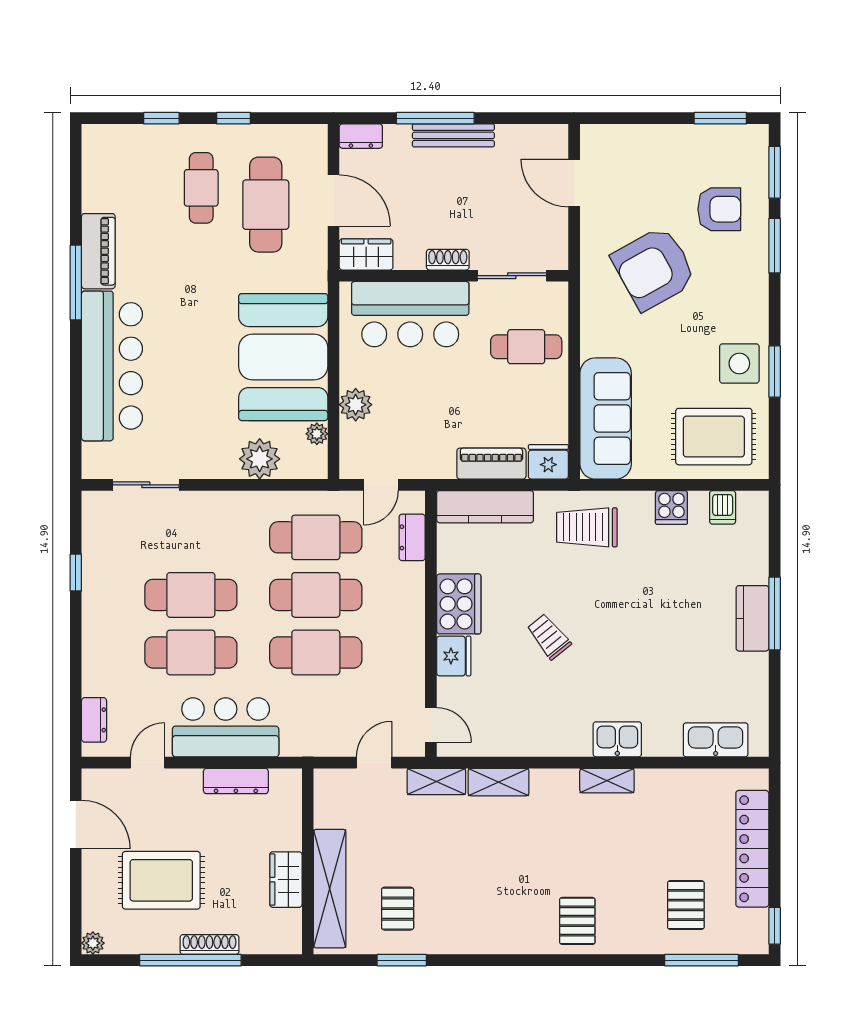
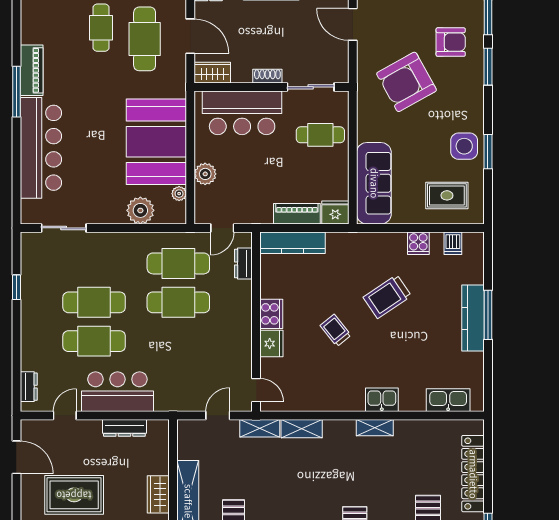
rug: (714, 437) -> (447, 195), width x0.73, depth x0.70
trolley: (587, 527) -> (387, 297), moved, turned -34
cooker: (459, 604) -> (271, 314), width x0.73, depth x0.76
kitchen counter: (752, 618) -> (473, 318), width x1.50
cafe table: (316, 652) -> (178, 341), removed

